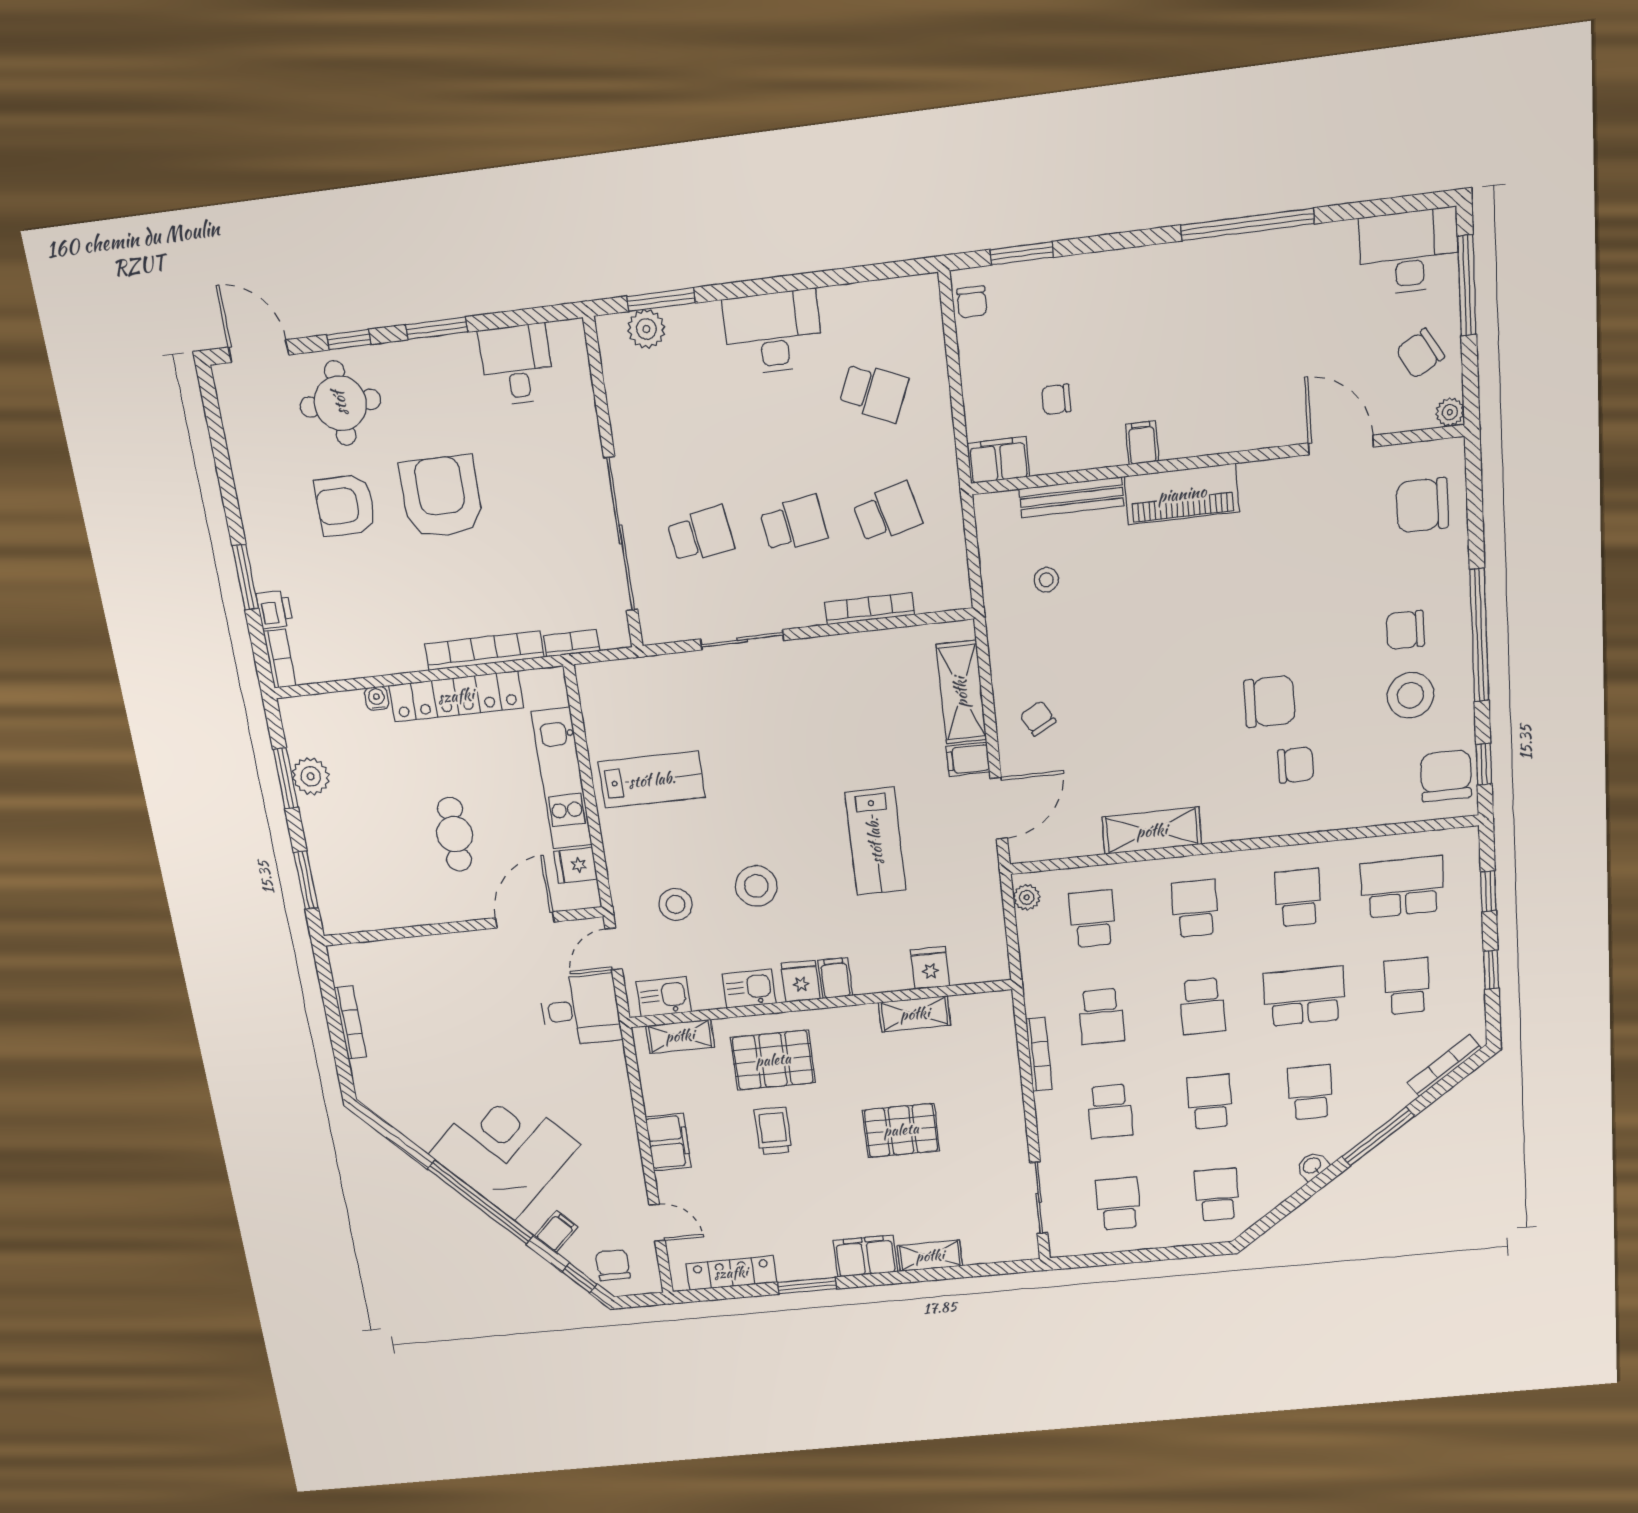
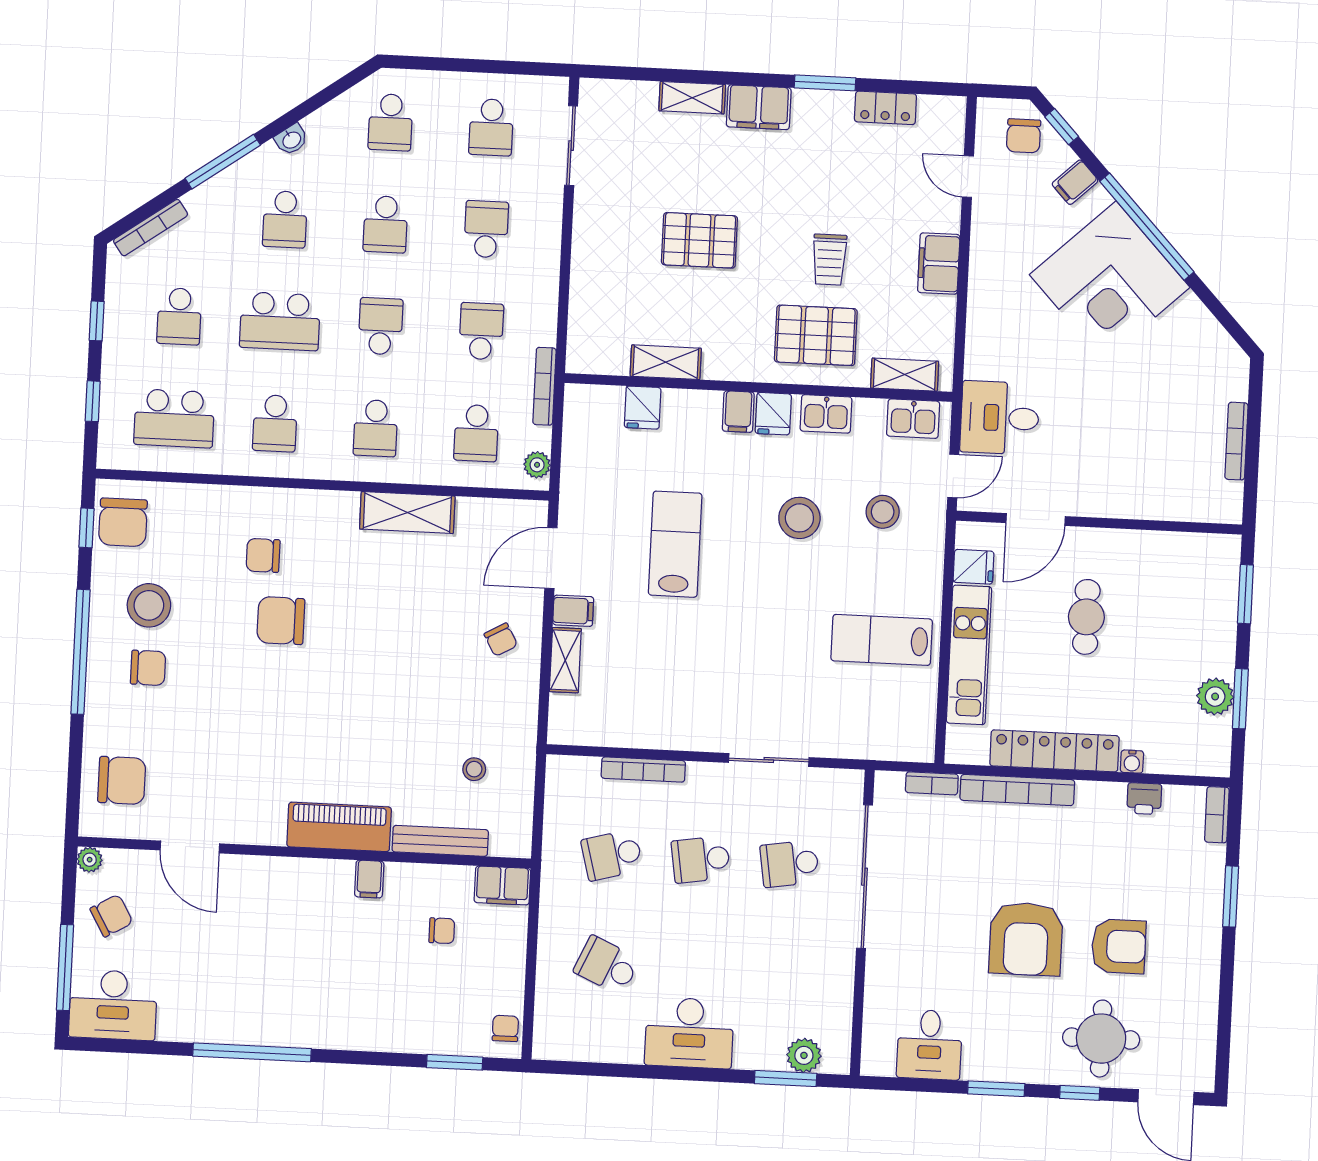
printer: (274, 609) -> (1144, 799), moved, turned -90
shelving: (961, 692) -> (565, 660), width x0.67, depth x0.75
bookcase: (1039, 1054) -> (544, 386), moved
locker: (731, 1273) -> (885, 108), width x0.66

